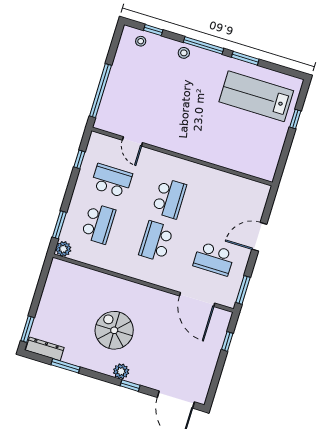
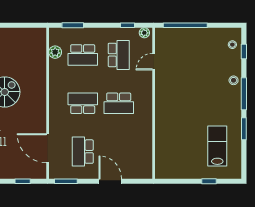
lab bench: (256, 96) -> (217, 146), width x0.73, depth x0.72
plant: (95, 142) -> (144, 33), added
plant: (63, 249) -> (55, 52), moved
door: (197, 300) -> (48, 148), hinge flipped

